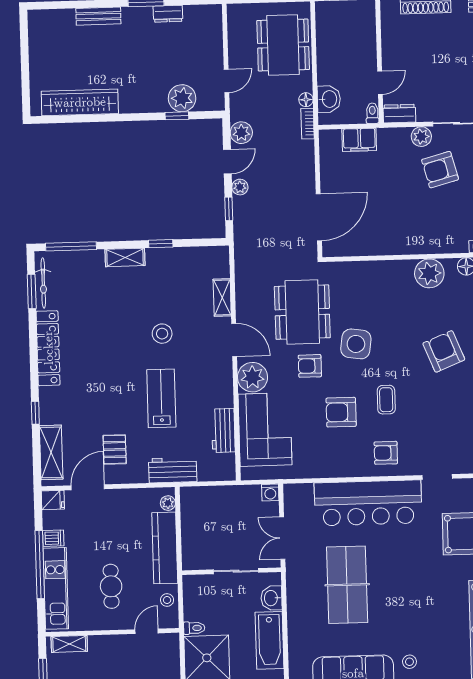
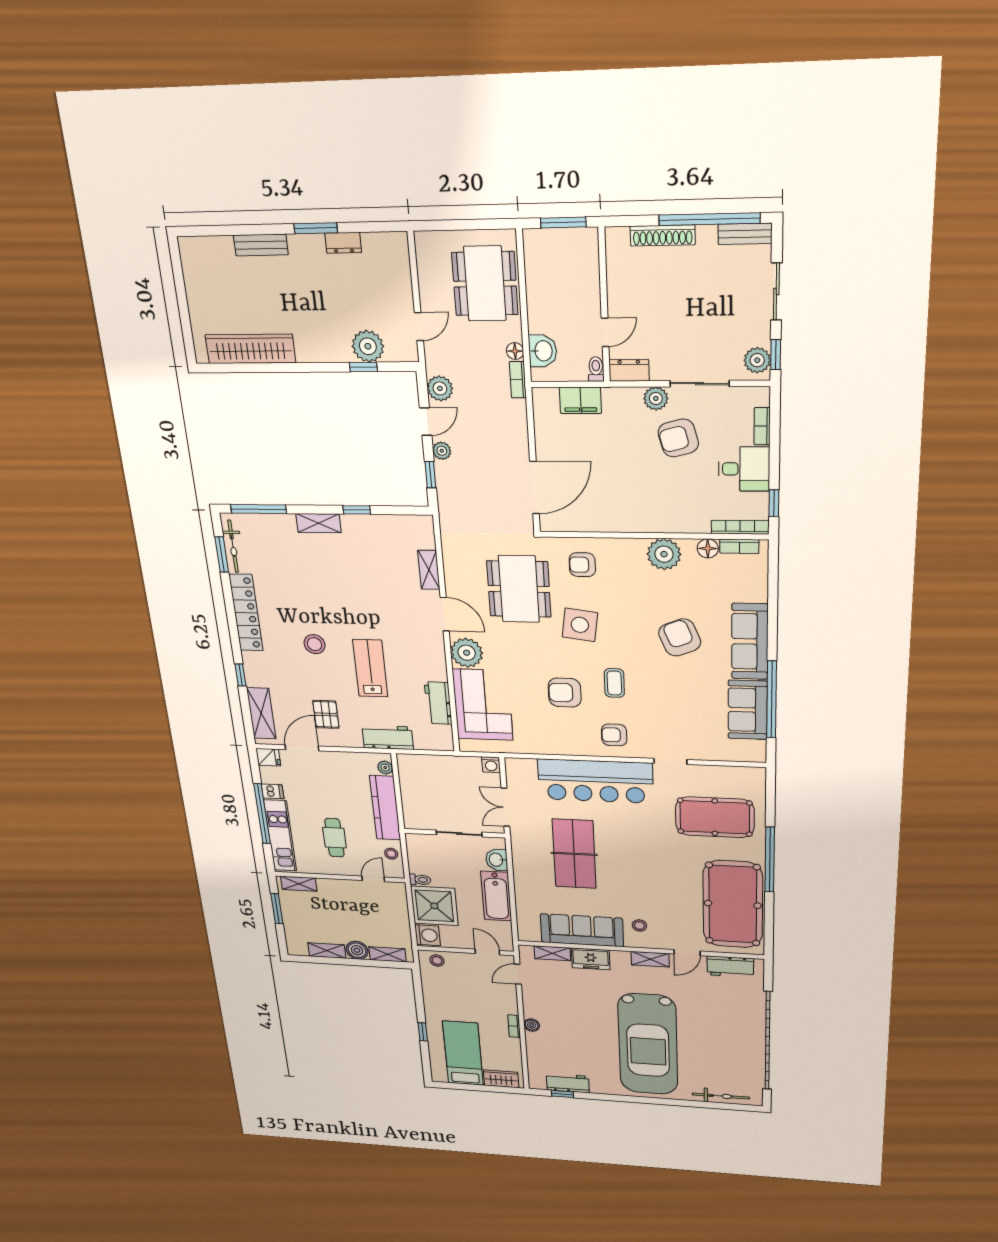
stool: (162, 334) -> (315, 644), moved
armchair: (310, 366) -> (582, 565), moved

